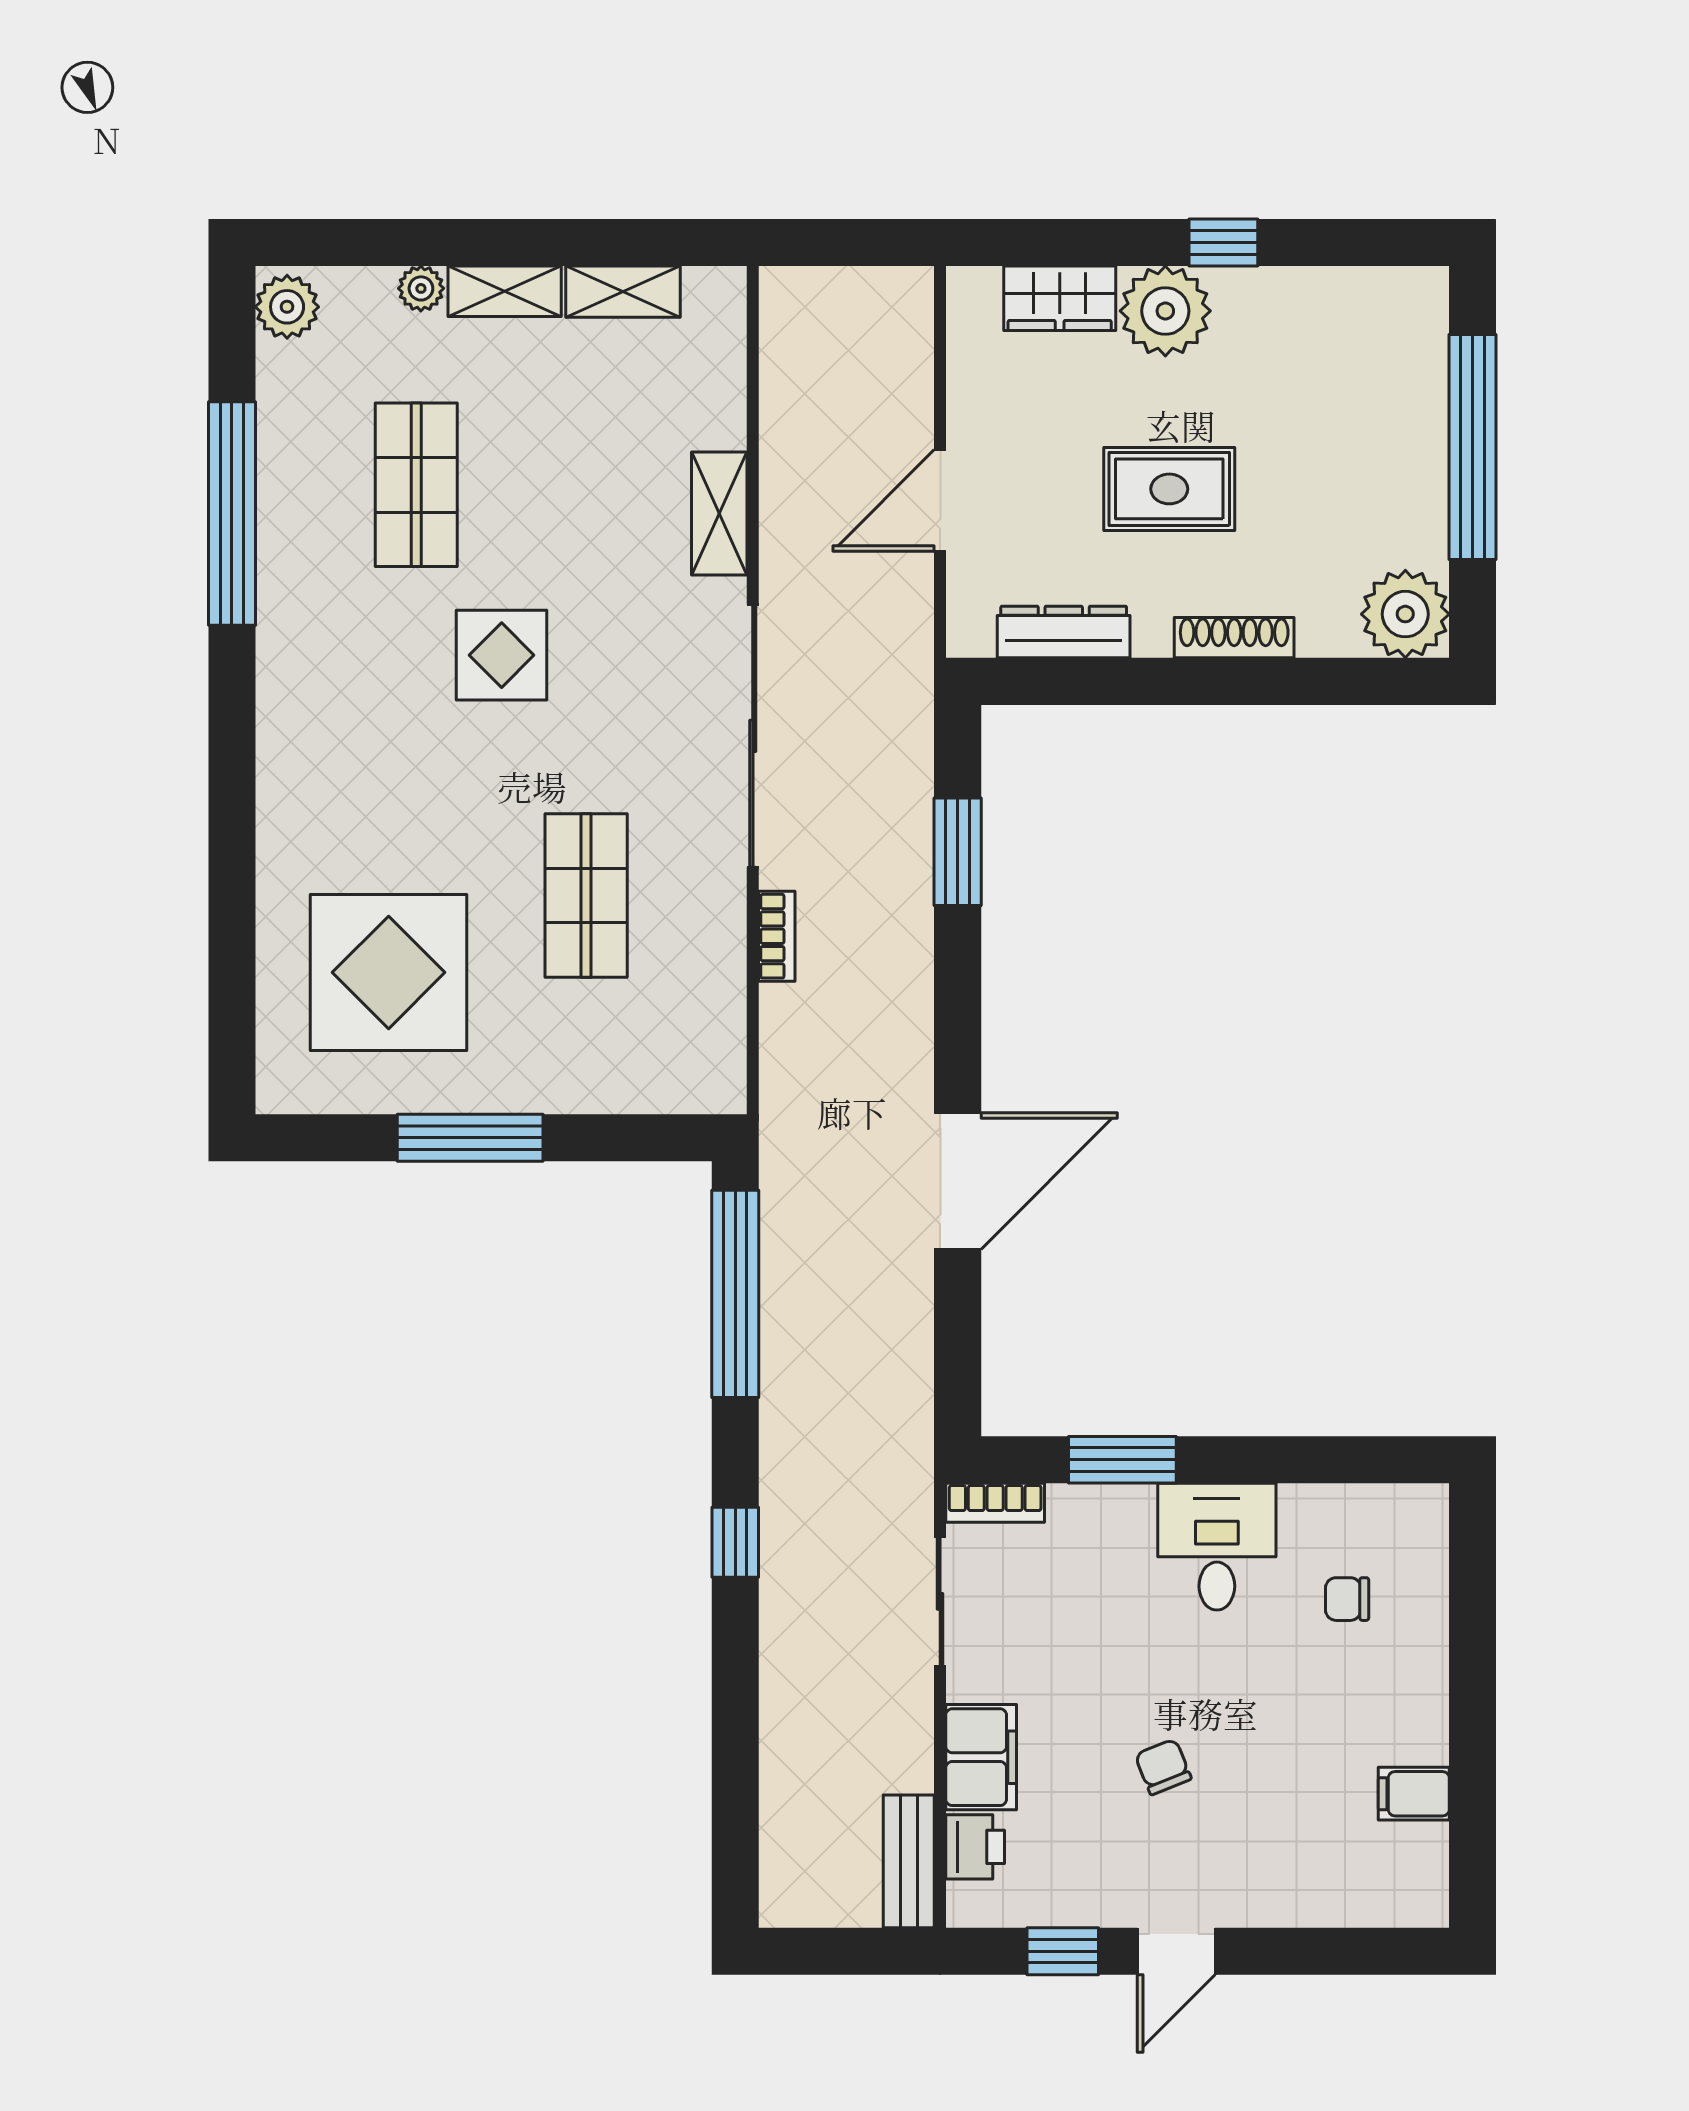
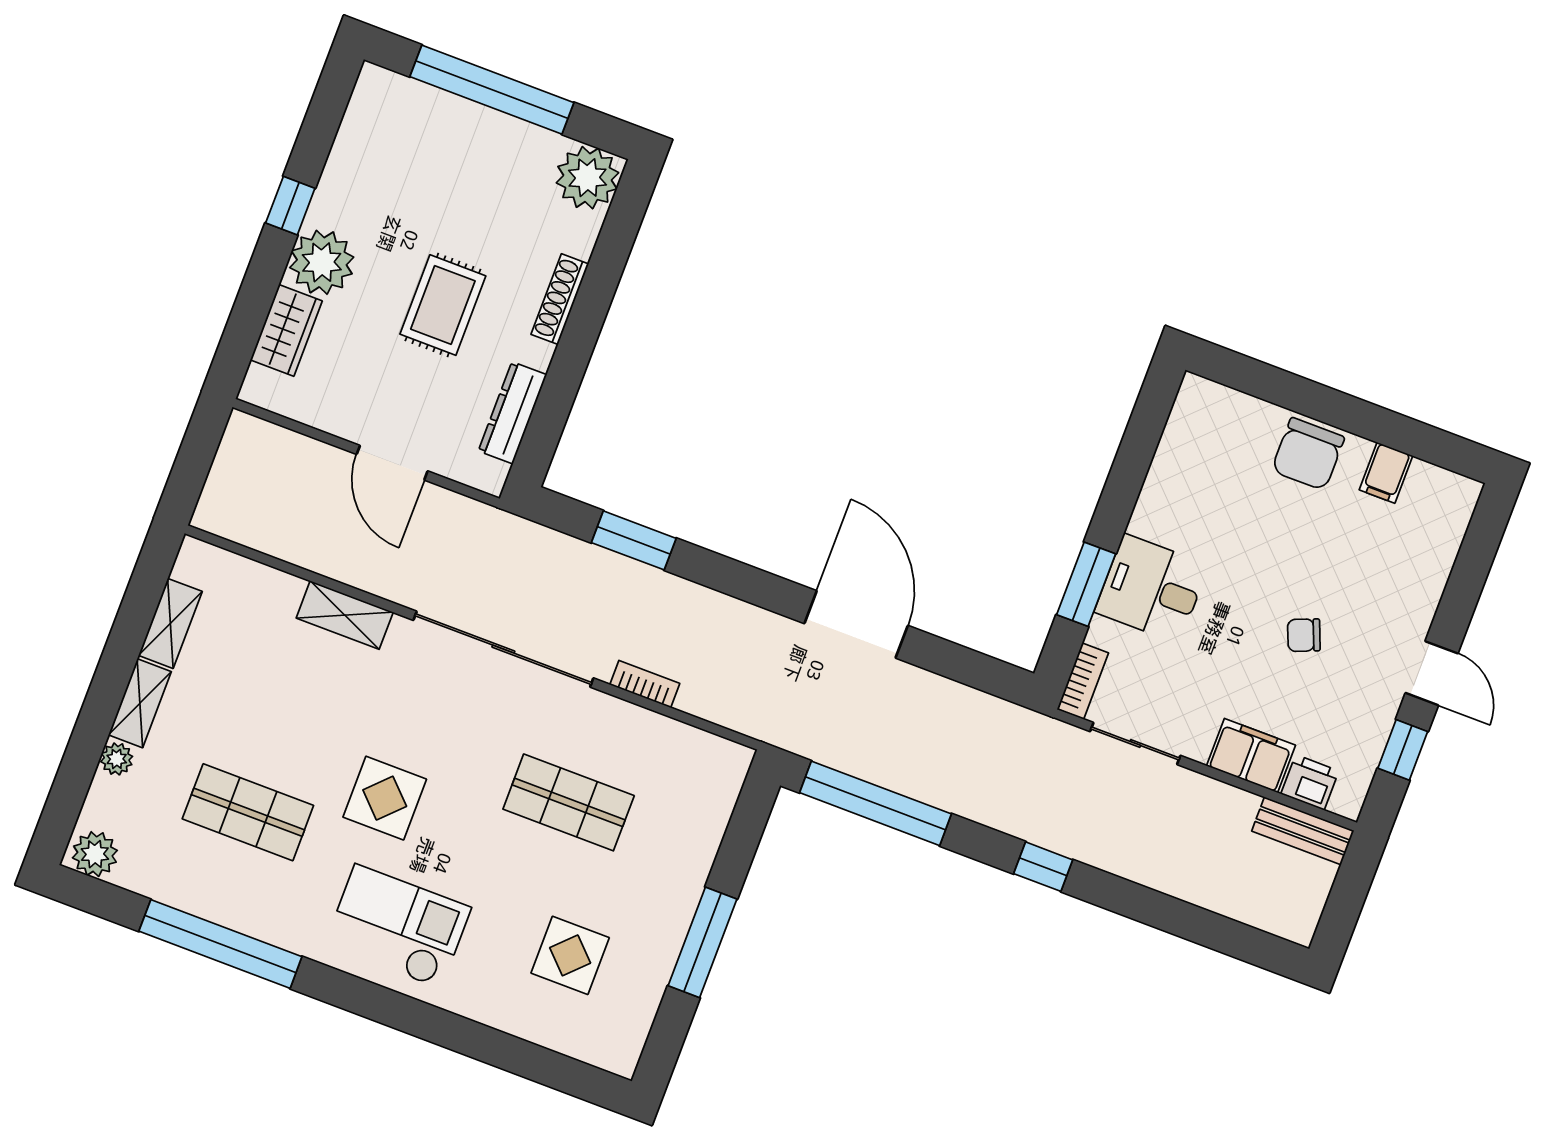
checkout: (342, 735) -> (398, 926), added
display table: (389, 972) -> (570, 955), width x0.54, depth x0.54
desk: (1217, 1547) -> (1152, 589), moved
chair: (1347, 1599) -> (1308, 454), moved, width x1.87, depth x1.87

